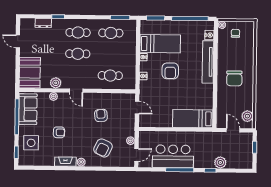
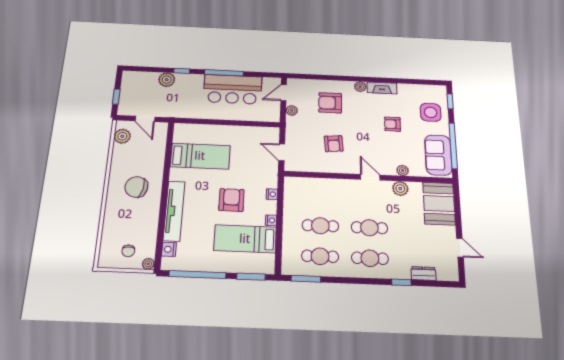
cafe table: (110, 76) -> (320, 226), moved
chair: (234, 78) -> (136, 187), turned -78
bed: (193, 119) -> (200, 156), moved
armchair: (103, 148) -> (330, 103), turned -116

